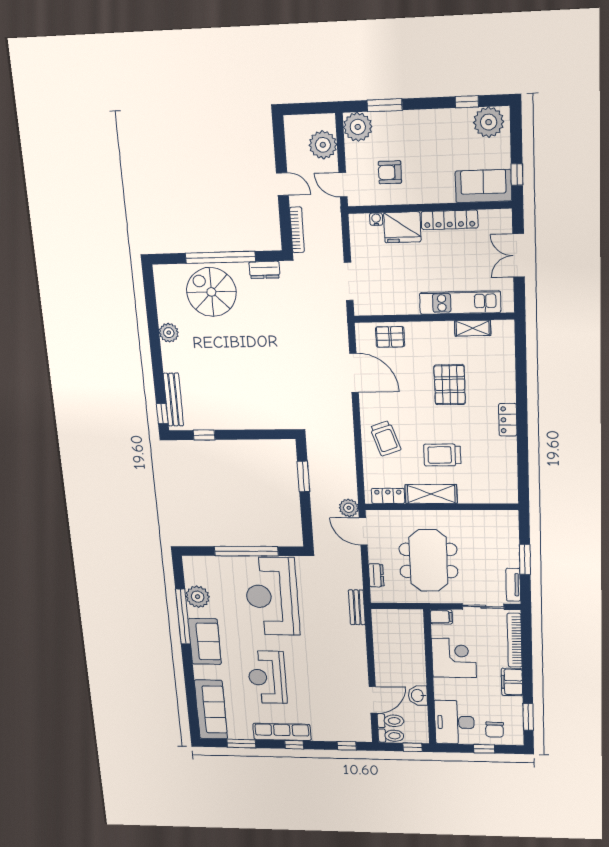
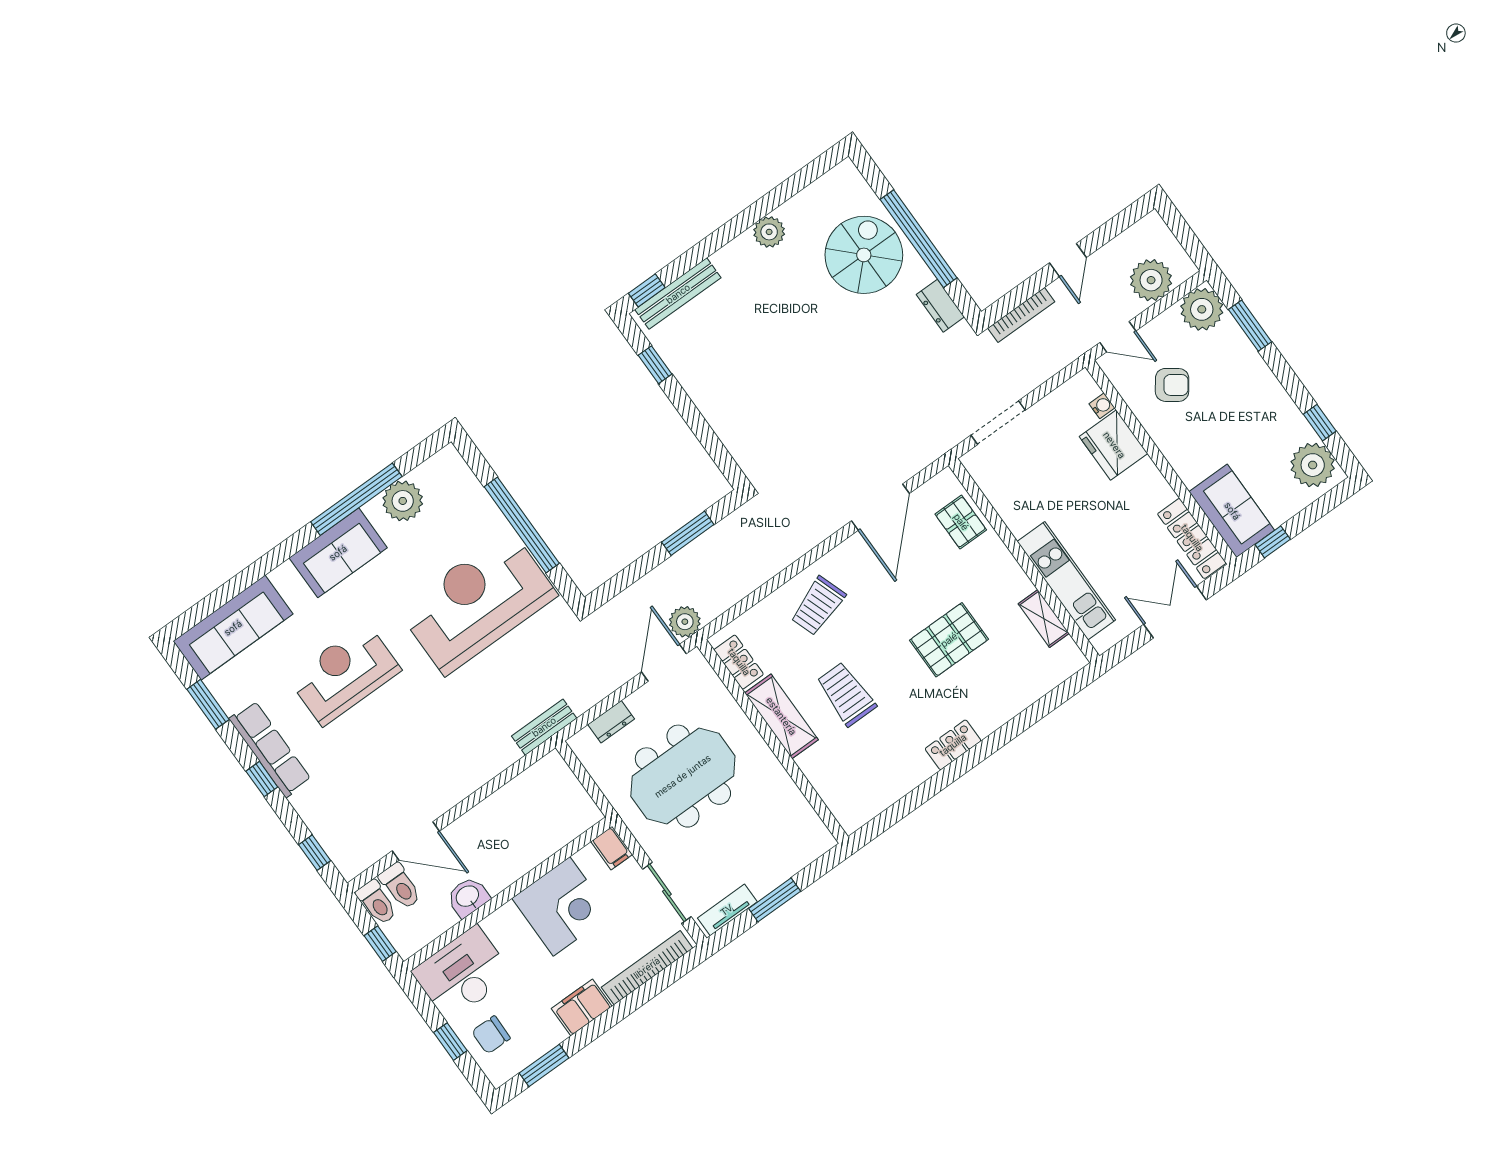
armchair: (390, 172) -> (1172, 385), turned 126
door: (343, 185) -> (1118, 337), swing flipped
locker: (450, 220) -> (1192, 538), moved

